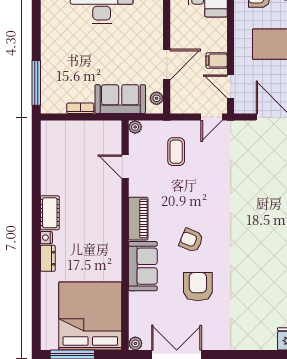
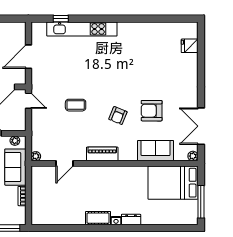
coffee table: (176, 152) -> (76, 105), moved
sofa: (143, 266) -> (156, 151), moved
bed: (90, 316) -> (173, 183), width x0.73

